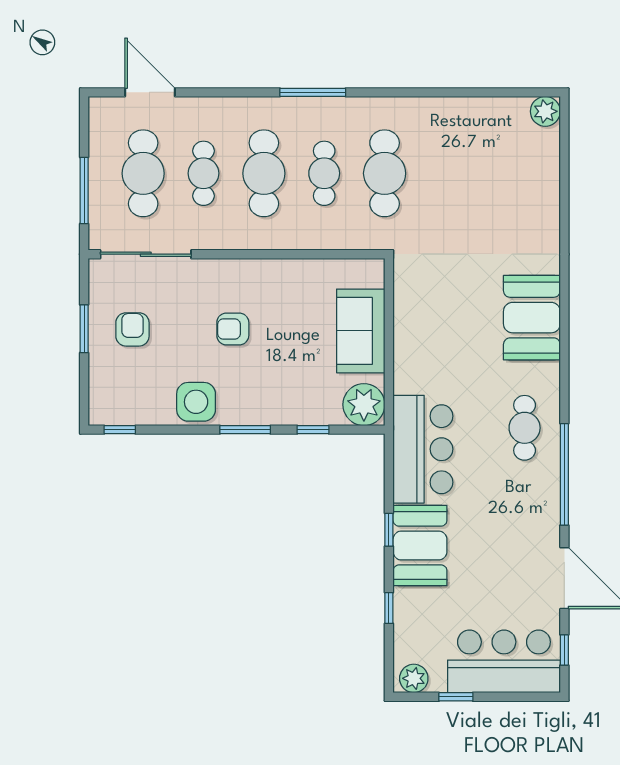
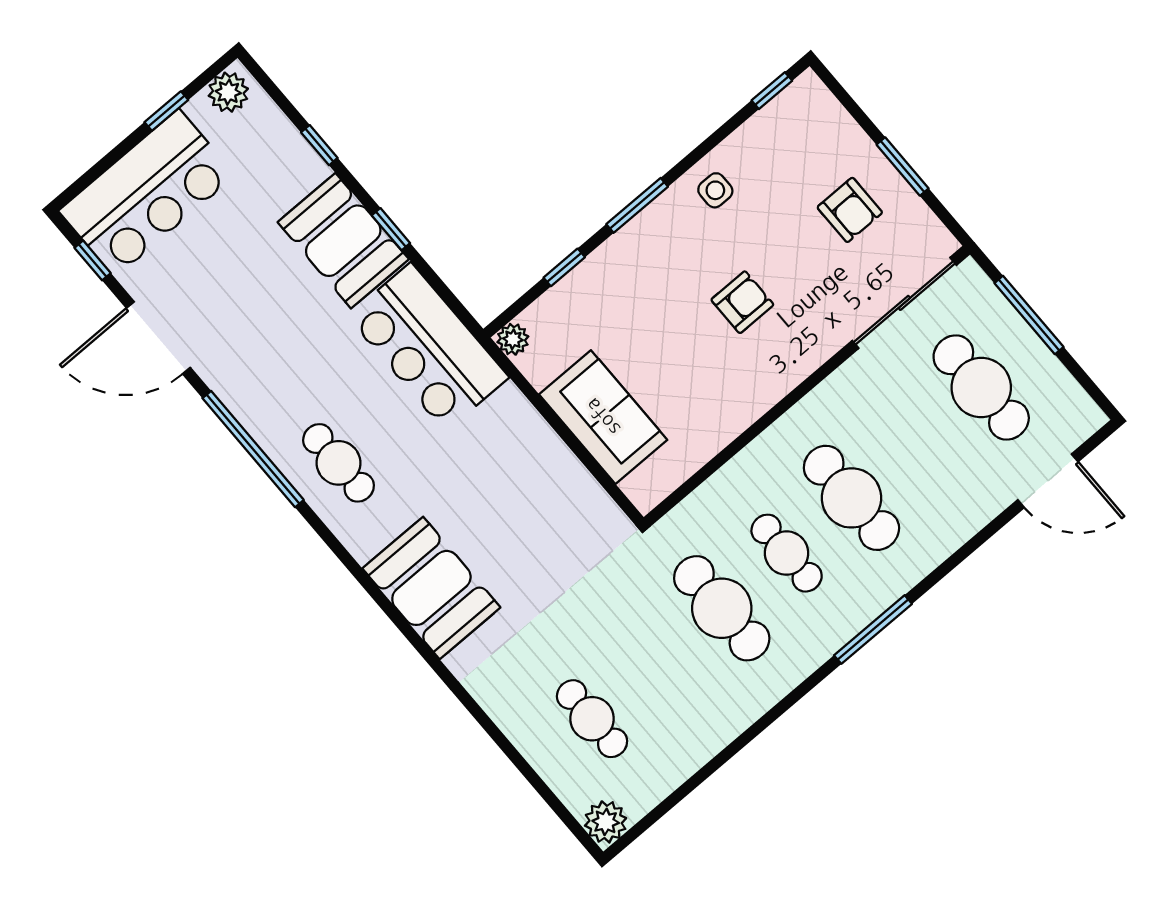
cafe table: (203, 173) -> (592, 719), moved
side table: (196, 402) -> (715, 190), width x0.54, depth x0.54
plant: (364, 405) -> (513, 339), width x0.53, depth x0.53

